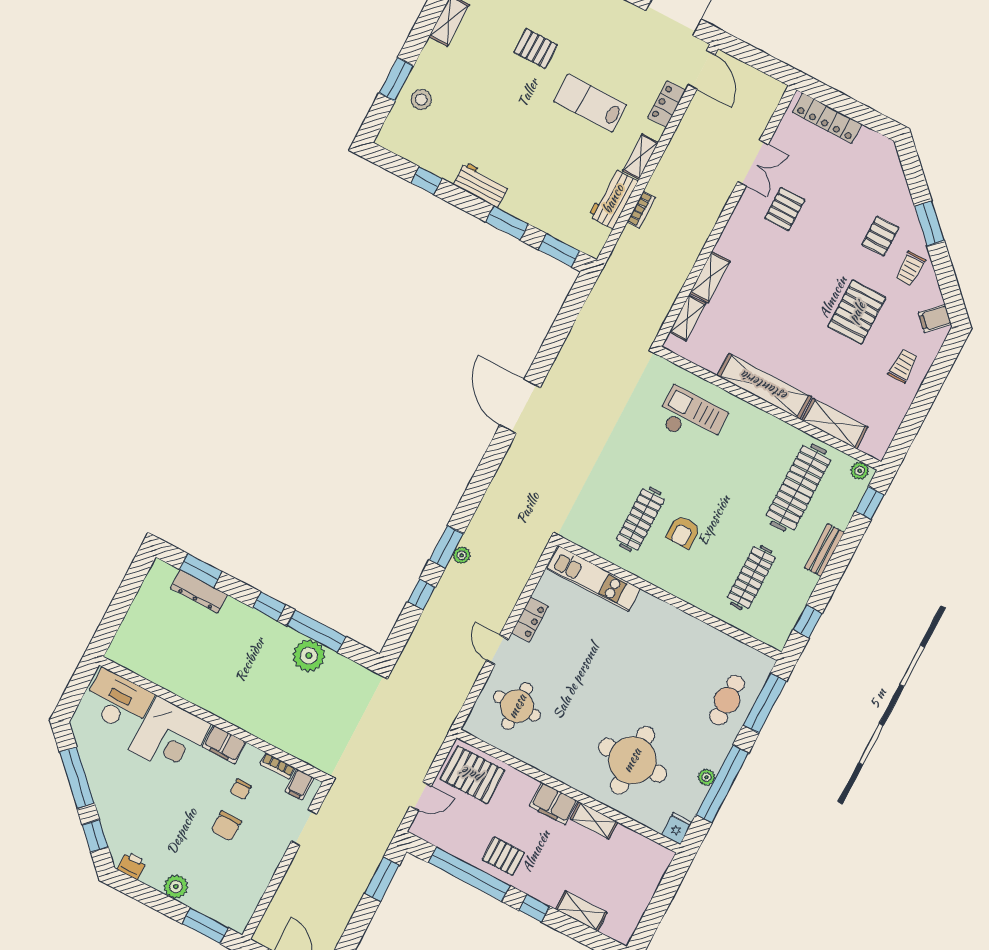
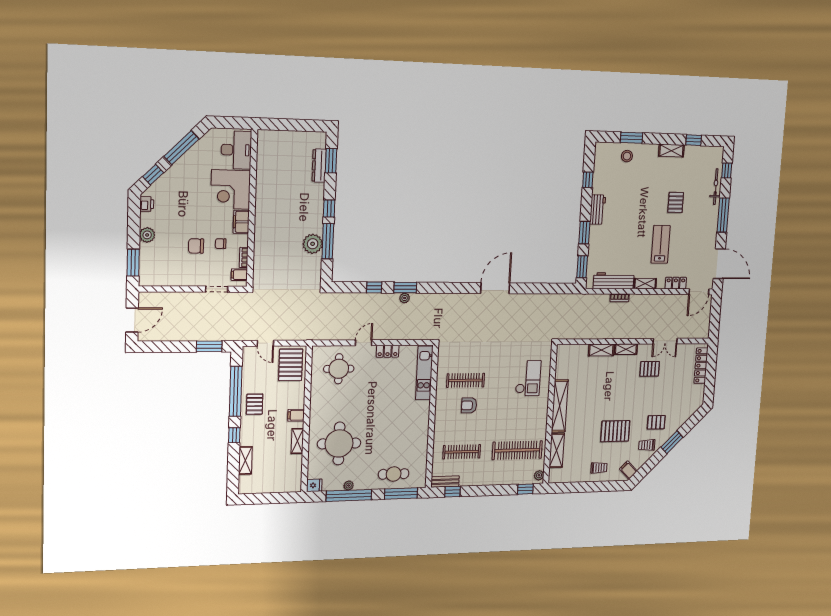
workbench: (613, 199) -> (614, 281), width x1.38
shelving: (687, 318) -> (626, 349), moved
bench: (824, 550) -> (445, 482), moved
filing cabinet: (553, 804) -> (296, 415), width x0.50

